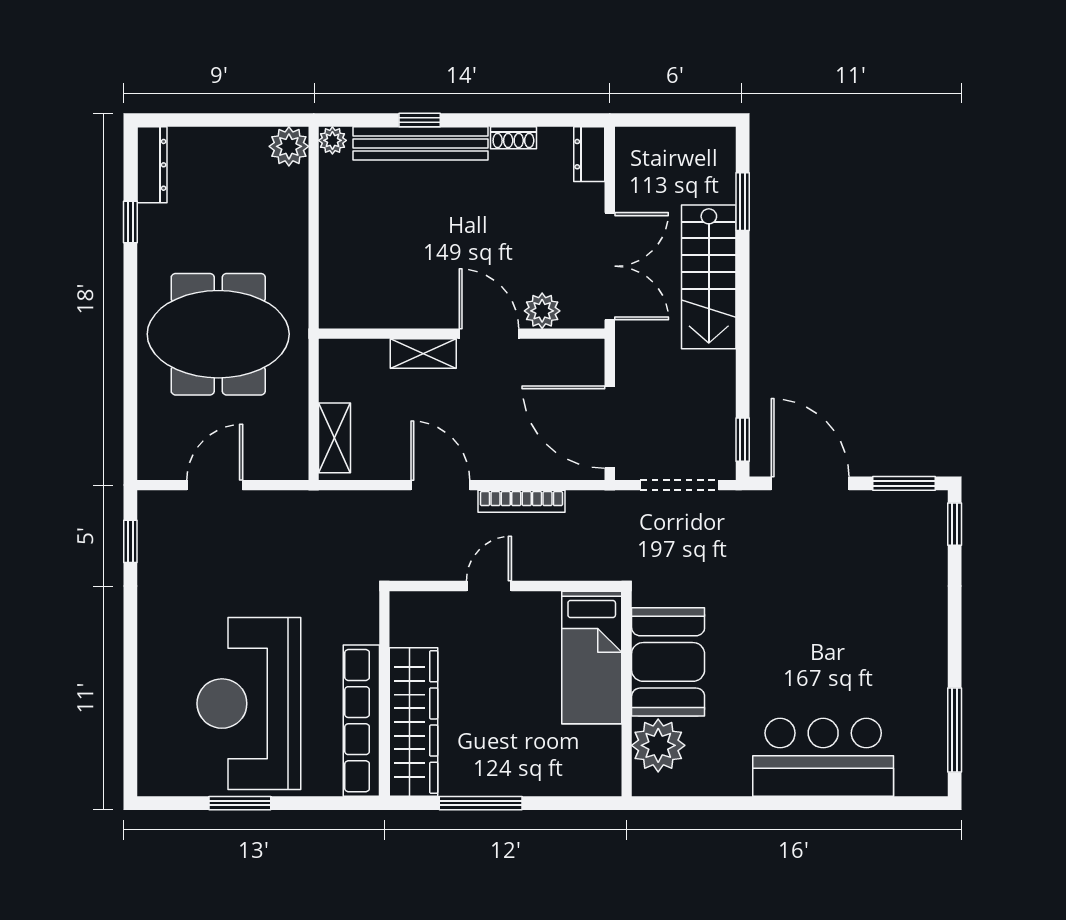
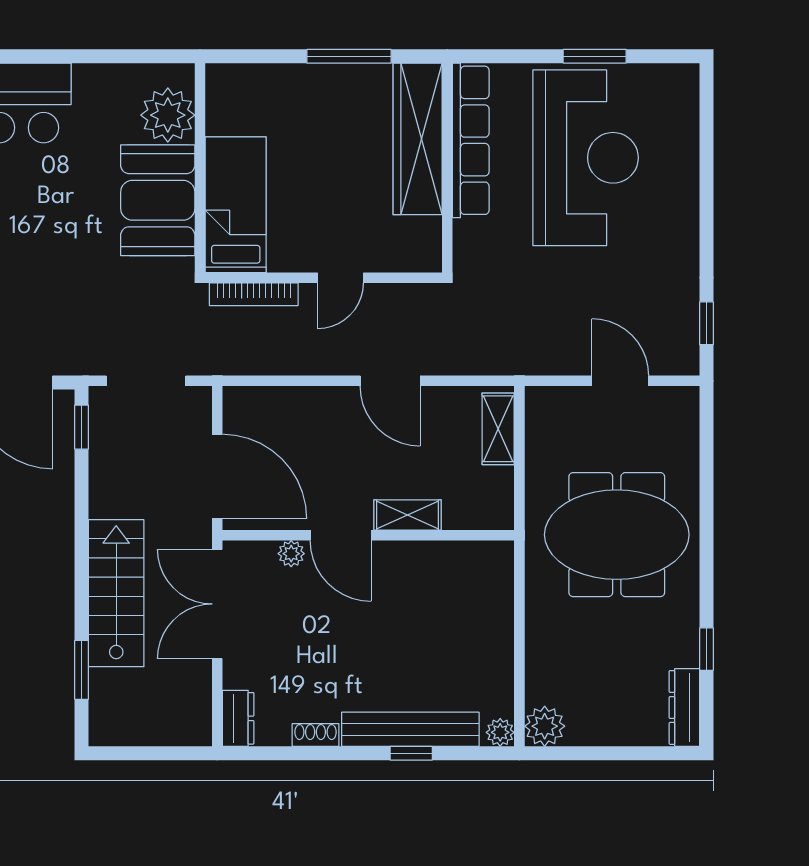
plant: (542, 311) -> (291, 554), width x0.73, depth x0.73
door: (610, 427) -> (217, 476), moved
door: (215, 485) -> (620, 381), swing flipped
bookcase: (521, 501) -> (254, 294), moved, turned 180

